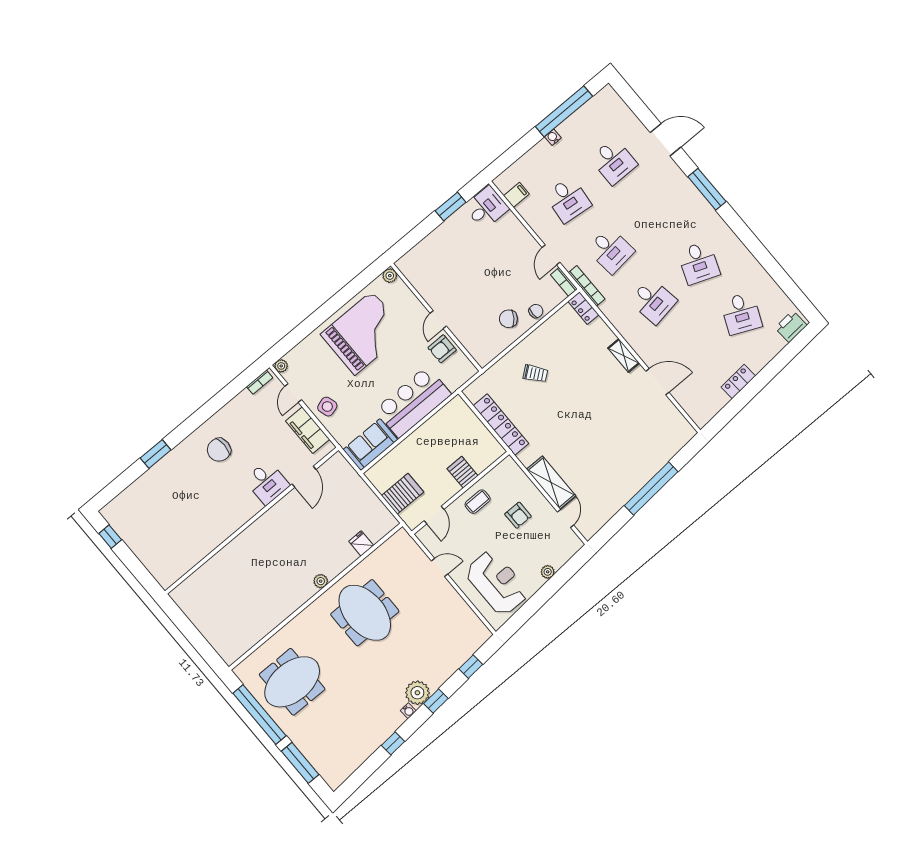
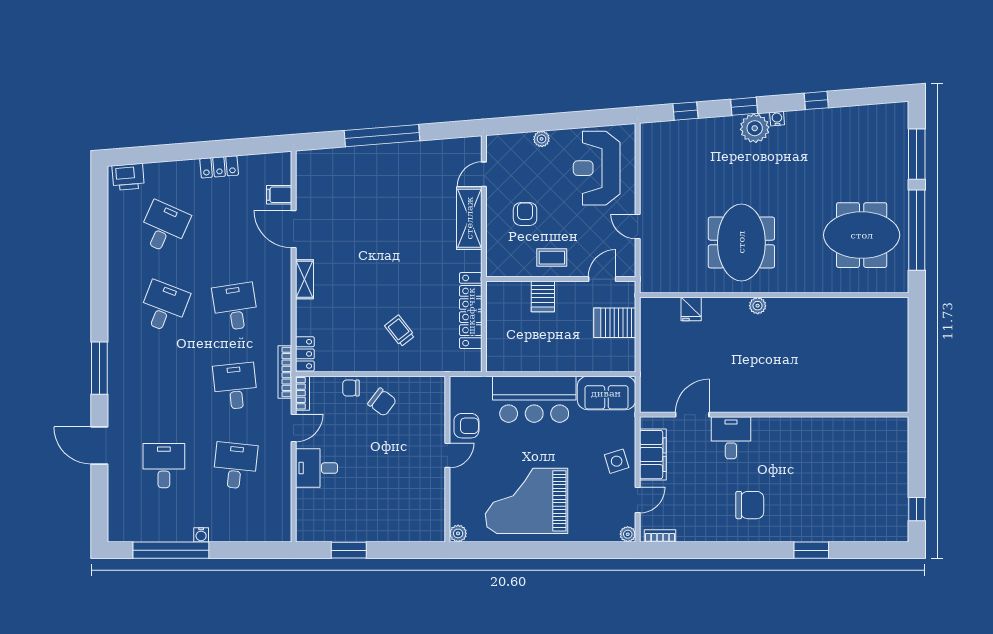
filing cabinet: (516, 195) -> (279, 195), moved
desk: (486, 208) -> (317, 468), moved

